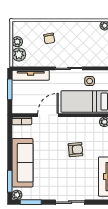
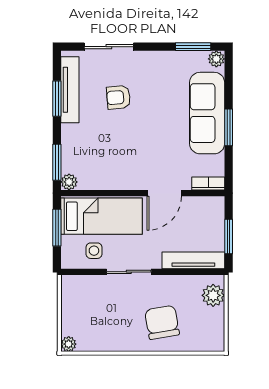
chair: (49, 38) -> (162, 322), width x1.87, depth x1.87
plant: (17, 42) -> (216, 317), removed
armchair: (76, 150) -> (118, 97), moved
window: (10, 181) -> (229, 127), moved
sliding door: (70, 202) -> (109, 47), moved

